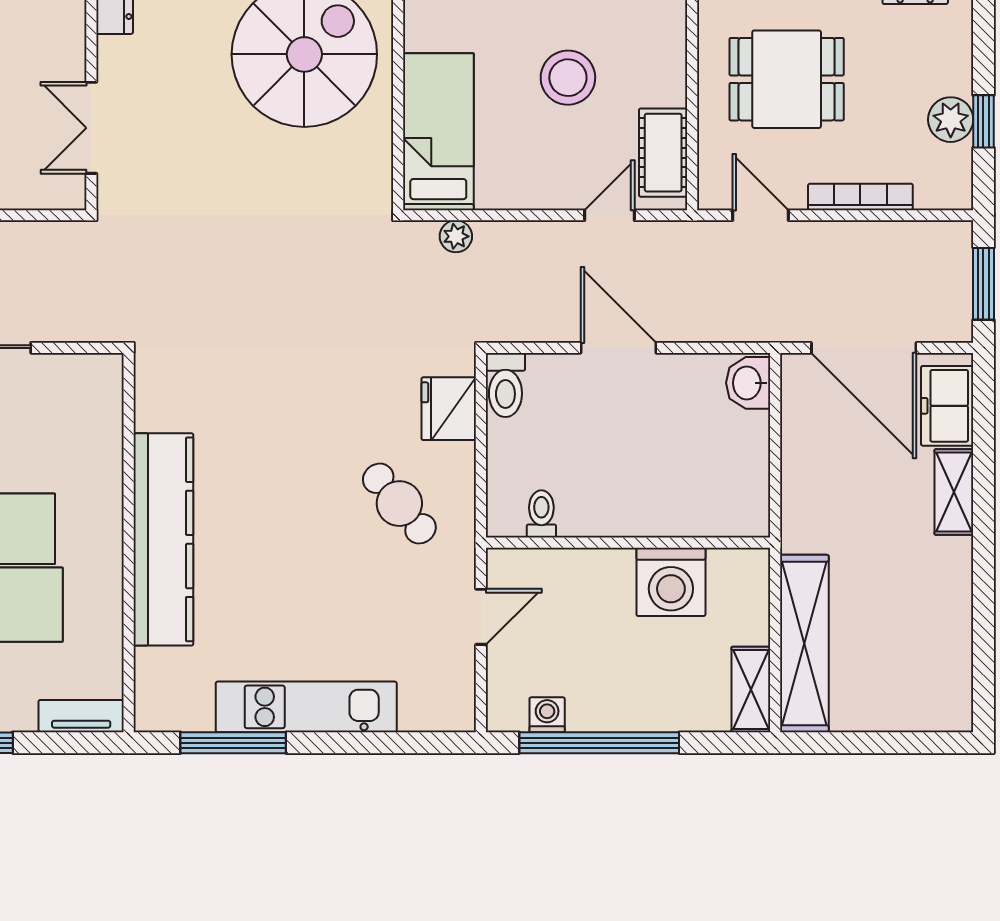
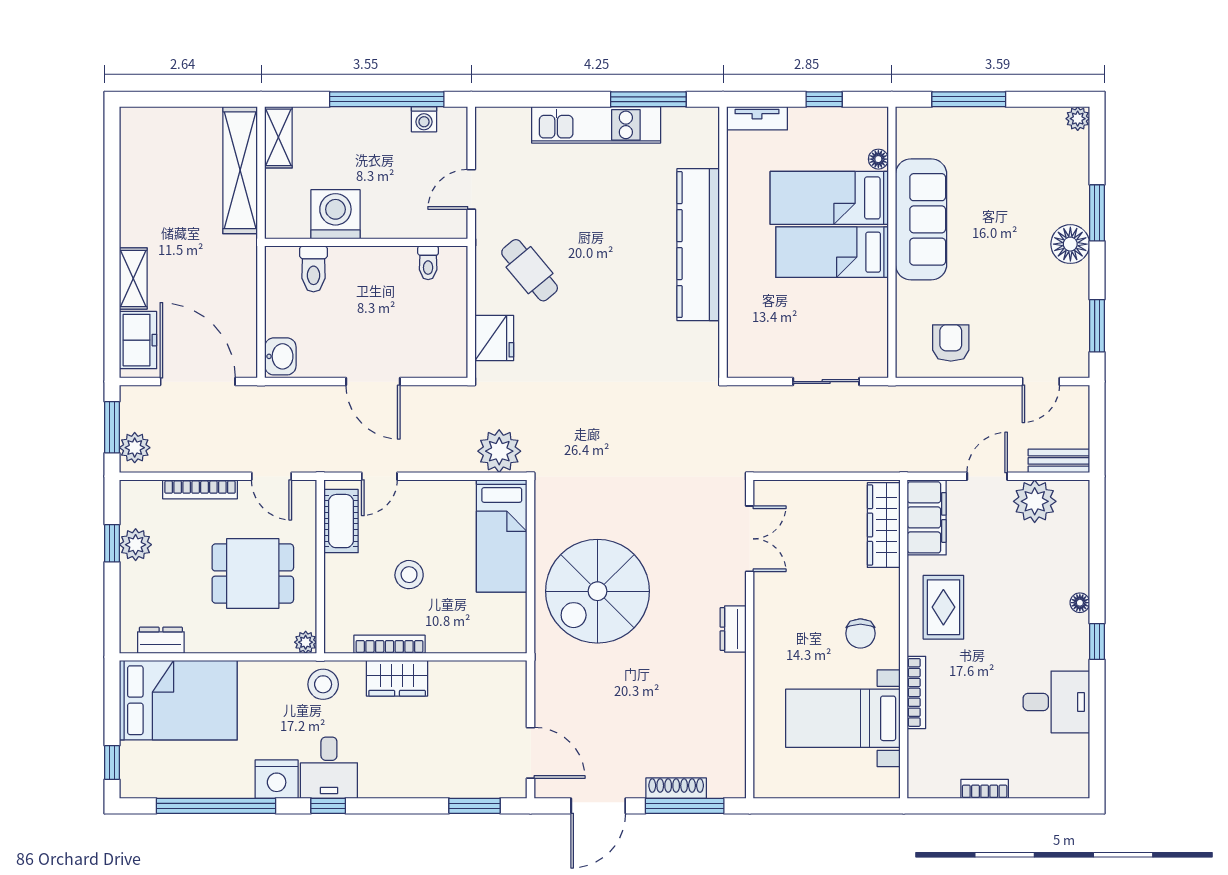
stool: (568, 78) -> (409, 575), width x0.73, depth x0.73
plant: (456, 236) -> (499, 451), width x1.88, depth x1.88
plant: (952, 255) -> (135, 448), added
toilet: (505, 385) -> (313, 269), moved, turned 180

